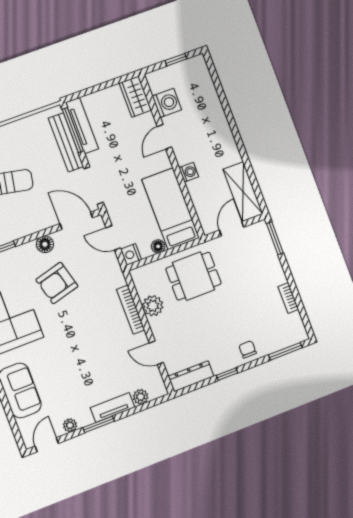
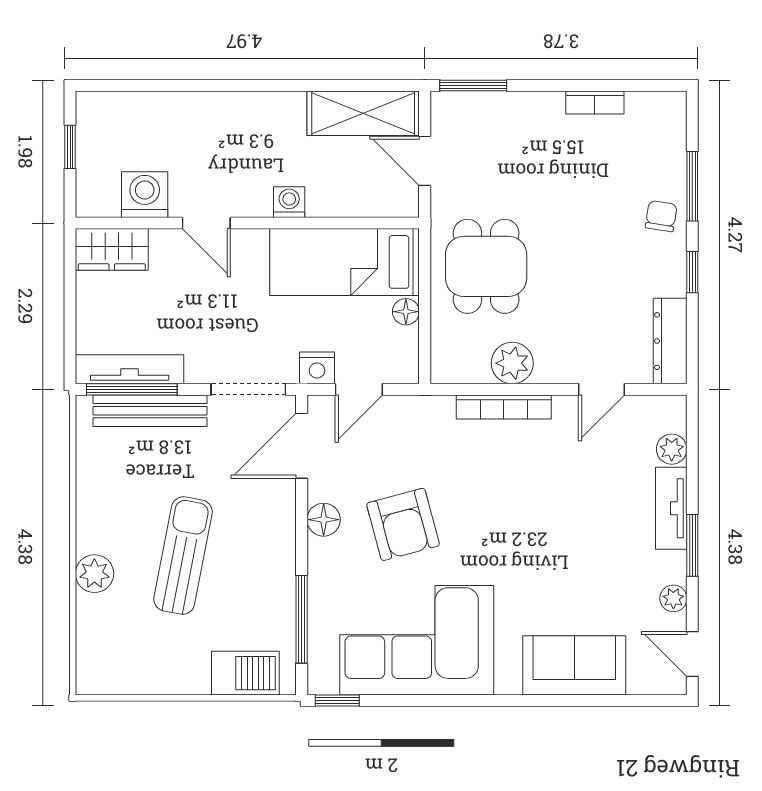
nightstand: (131, 254) -> (317, 368), moved
chair: (248, 349) -> (661, 216), turned 99
window: (285, 351) -> (692, 186), moved

